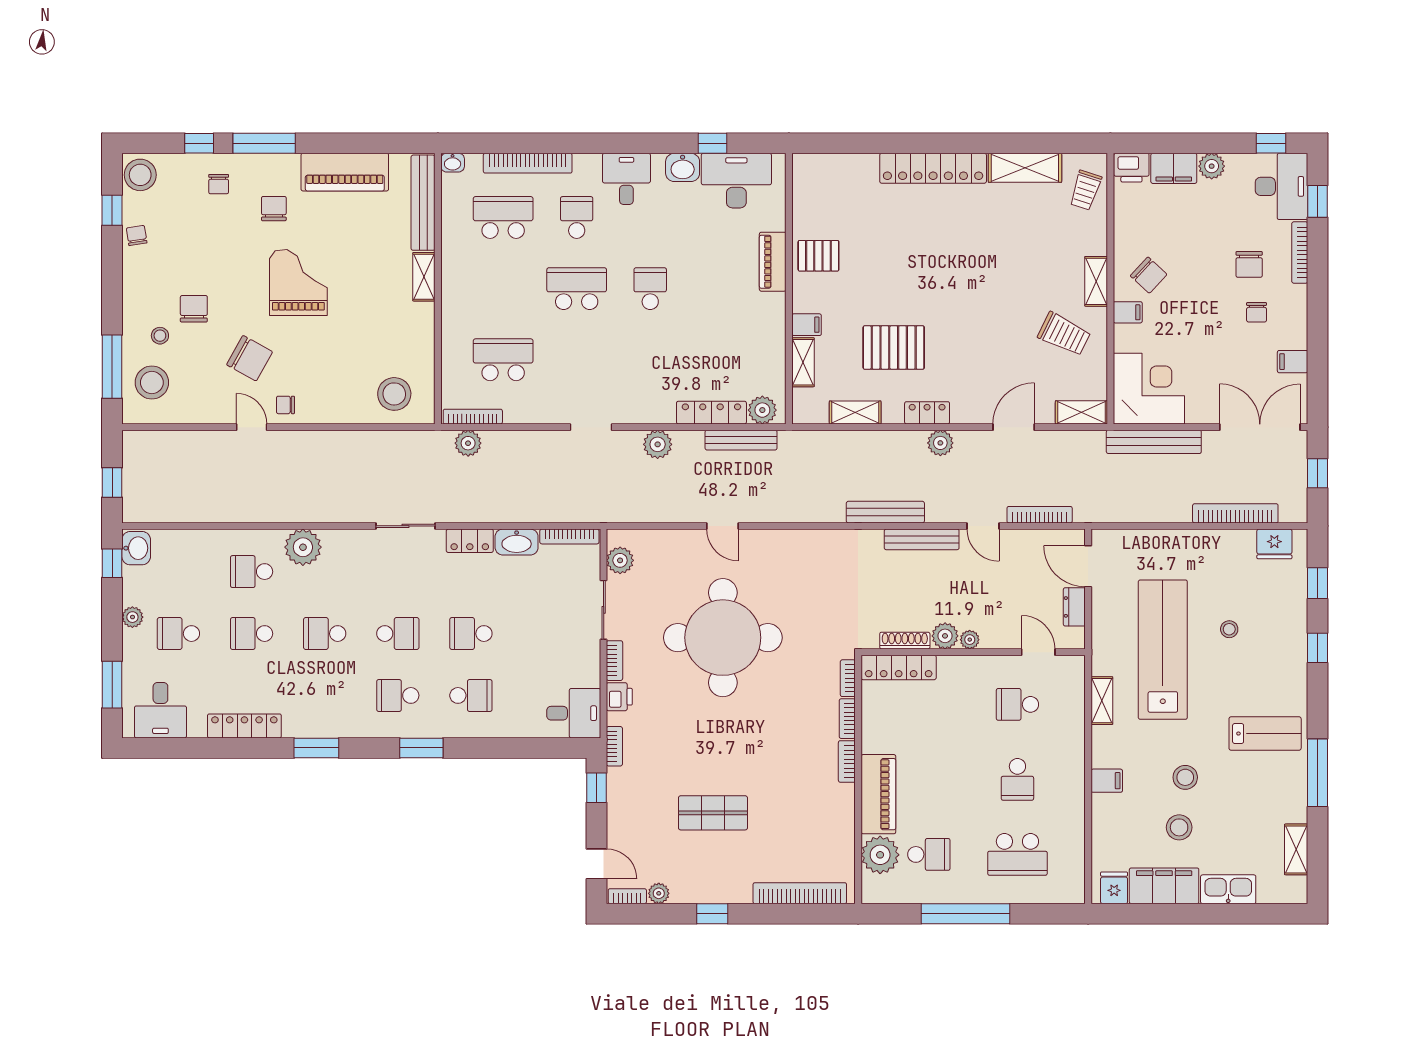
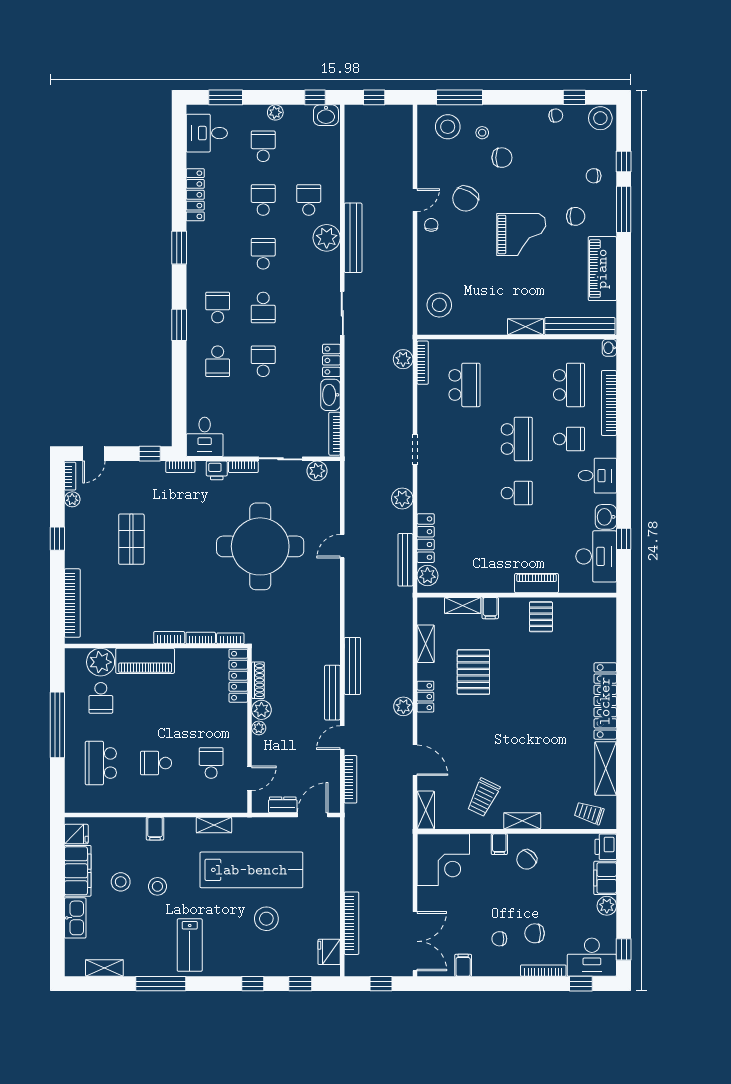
bench: (1154, 442) -> (353, 238), moved
stool: (1229, 629) -> (266, 919), width x1.89, depth x1.89

